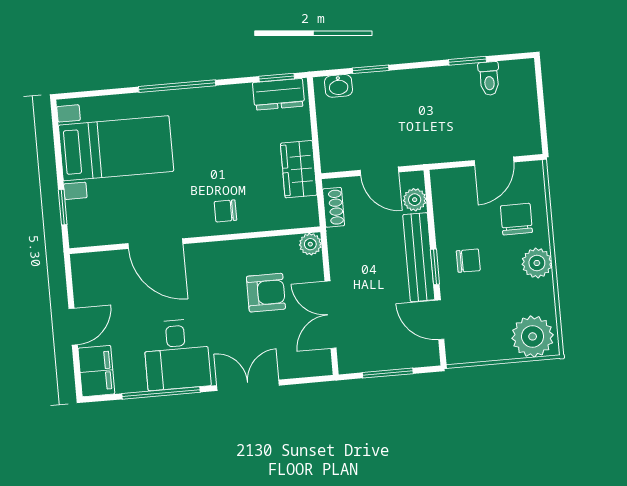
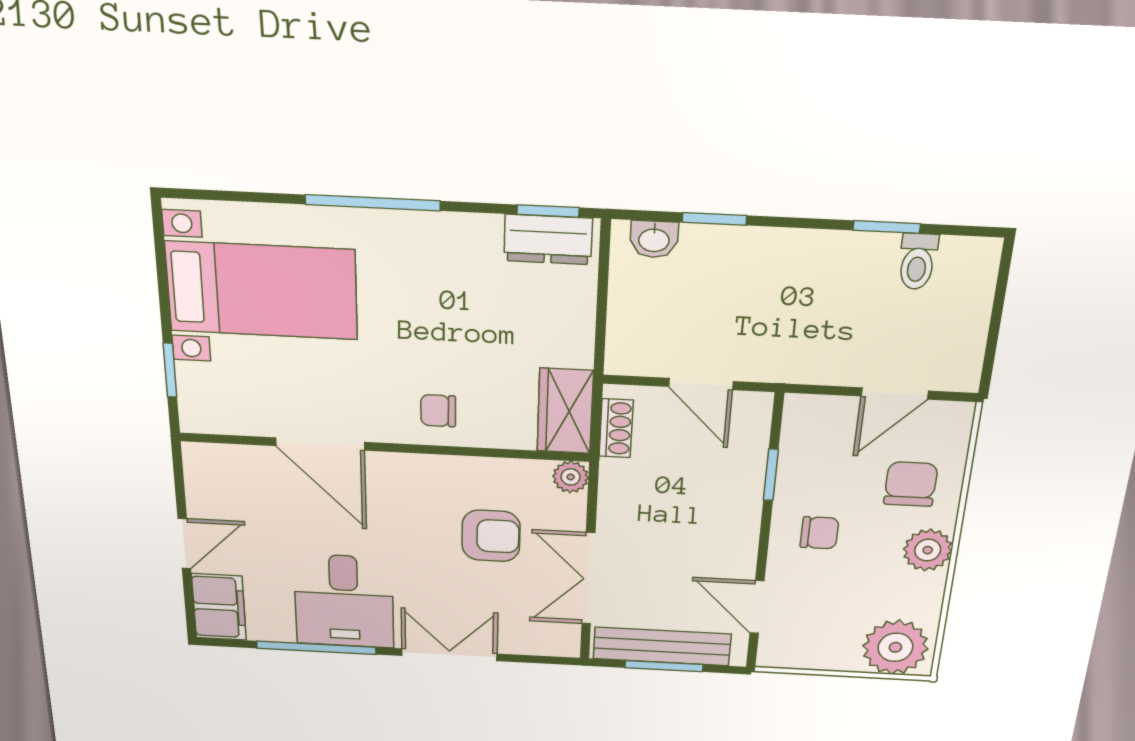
wardrobe: (299, 169) -> (565, 411), moved
plant: (415, 200) -> (751, 434), removed
bench: (419, 257) -> (662, 646), moved, turned 90
window: (435, 267) -> (771, 475), moved

